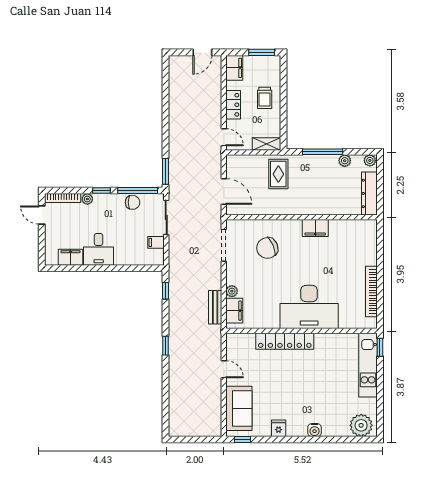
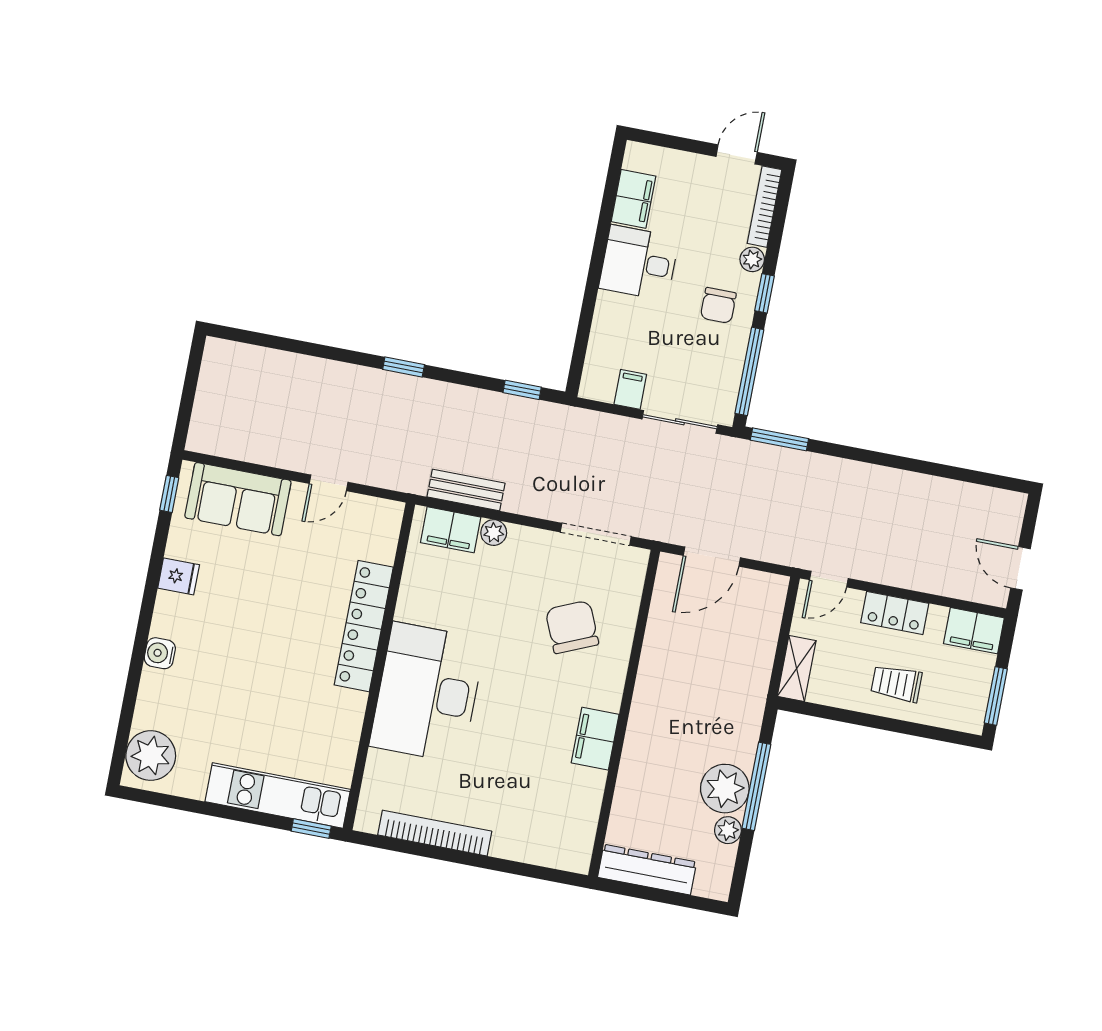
plant: (370, 160) -> (725, 789), moved, width x1.87, depth x1.87
rug: (278, 174) -> (727, 682), removed
chair: (133, 202) -> (718, 305), moved

